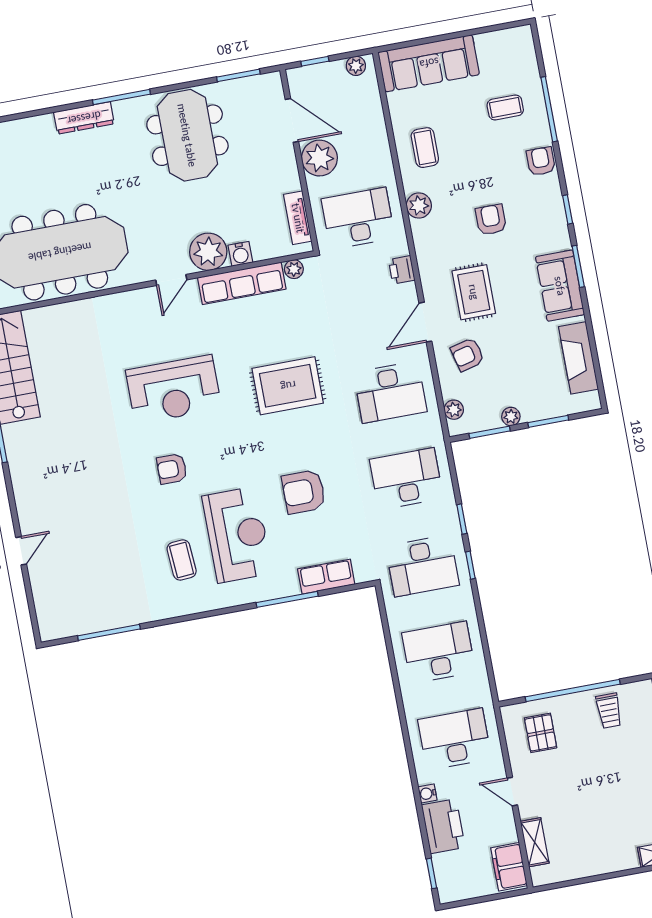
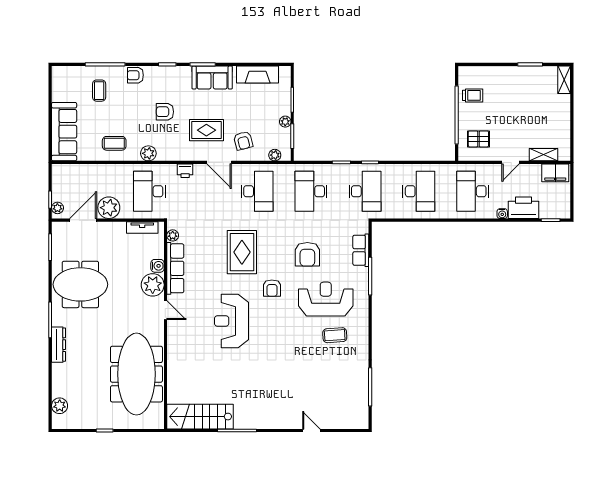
plant: (356, 66) -> (57, 208), moved
reception desk: (174, 389) -> (231, 321), turned 180
armchair: (172, 469) -> (272, 288), moved
desk: (439, 652) -> (419, 191), turned 180

